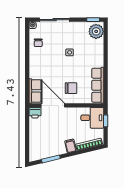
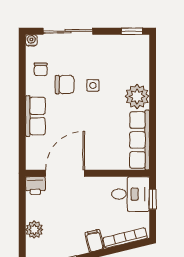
plant: (96, 31) -> (137, 96), moved
chair: (71, 88) -> (65, 84), moved
row of seats: (35, 91) -> (35, 116), moved
door: (53, 105) -> (65, 173), hinge flipped
plant: (34, 139) -> (34, 230), added

